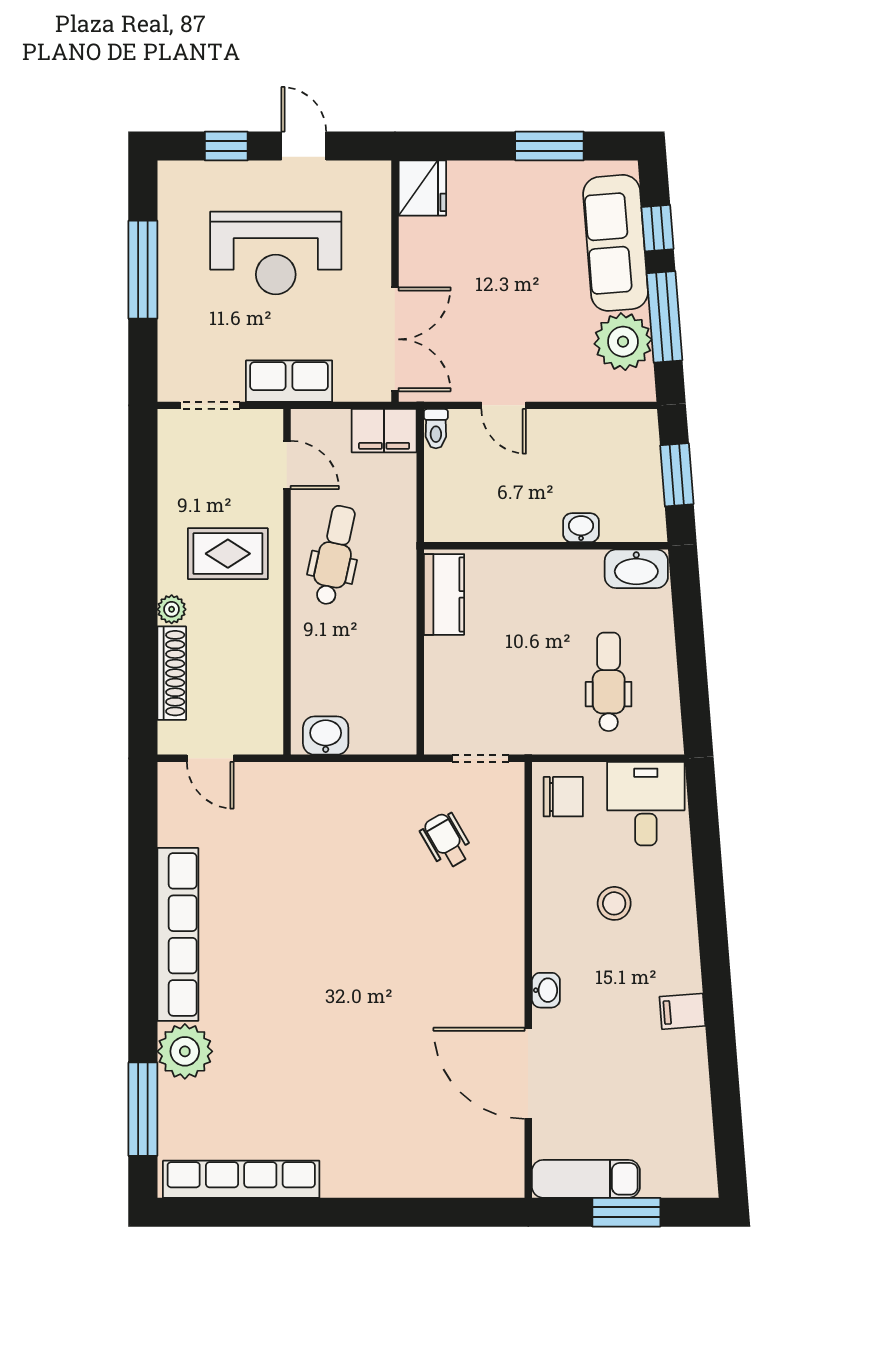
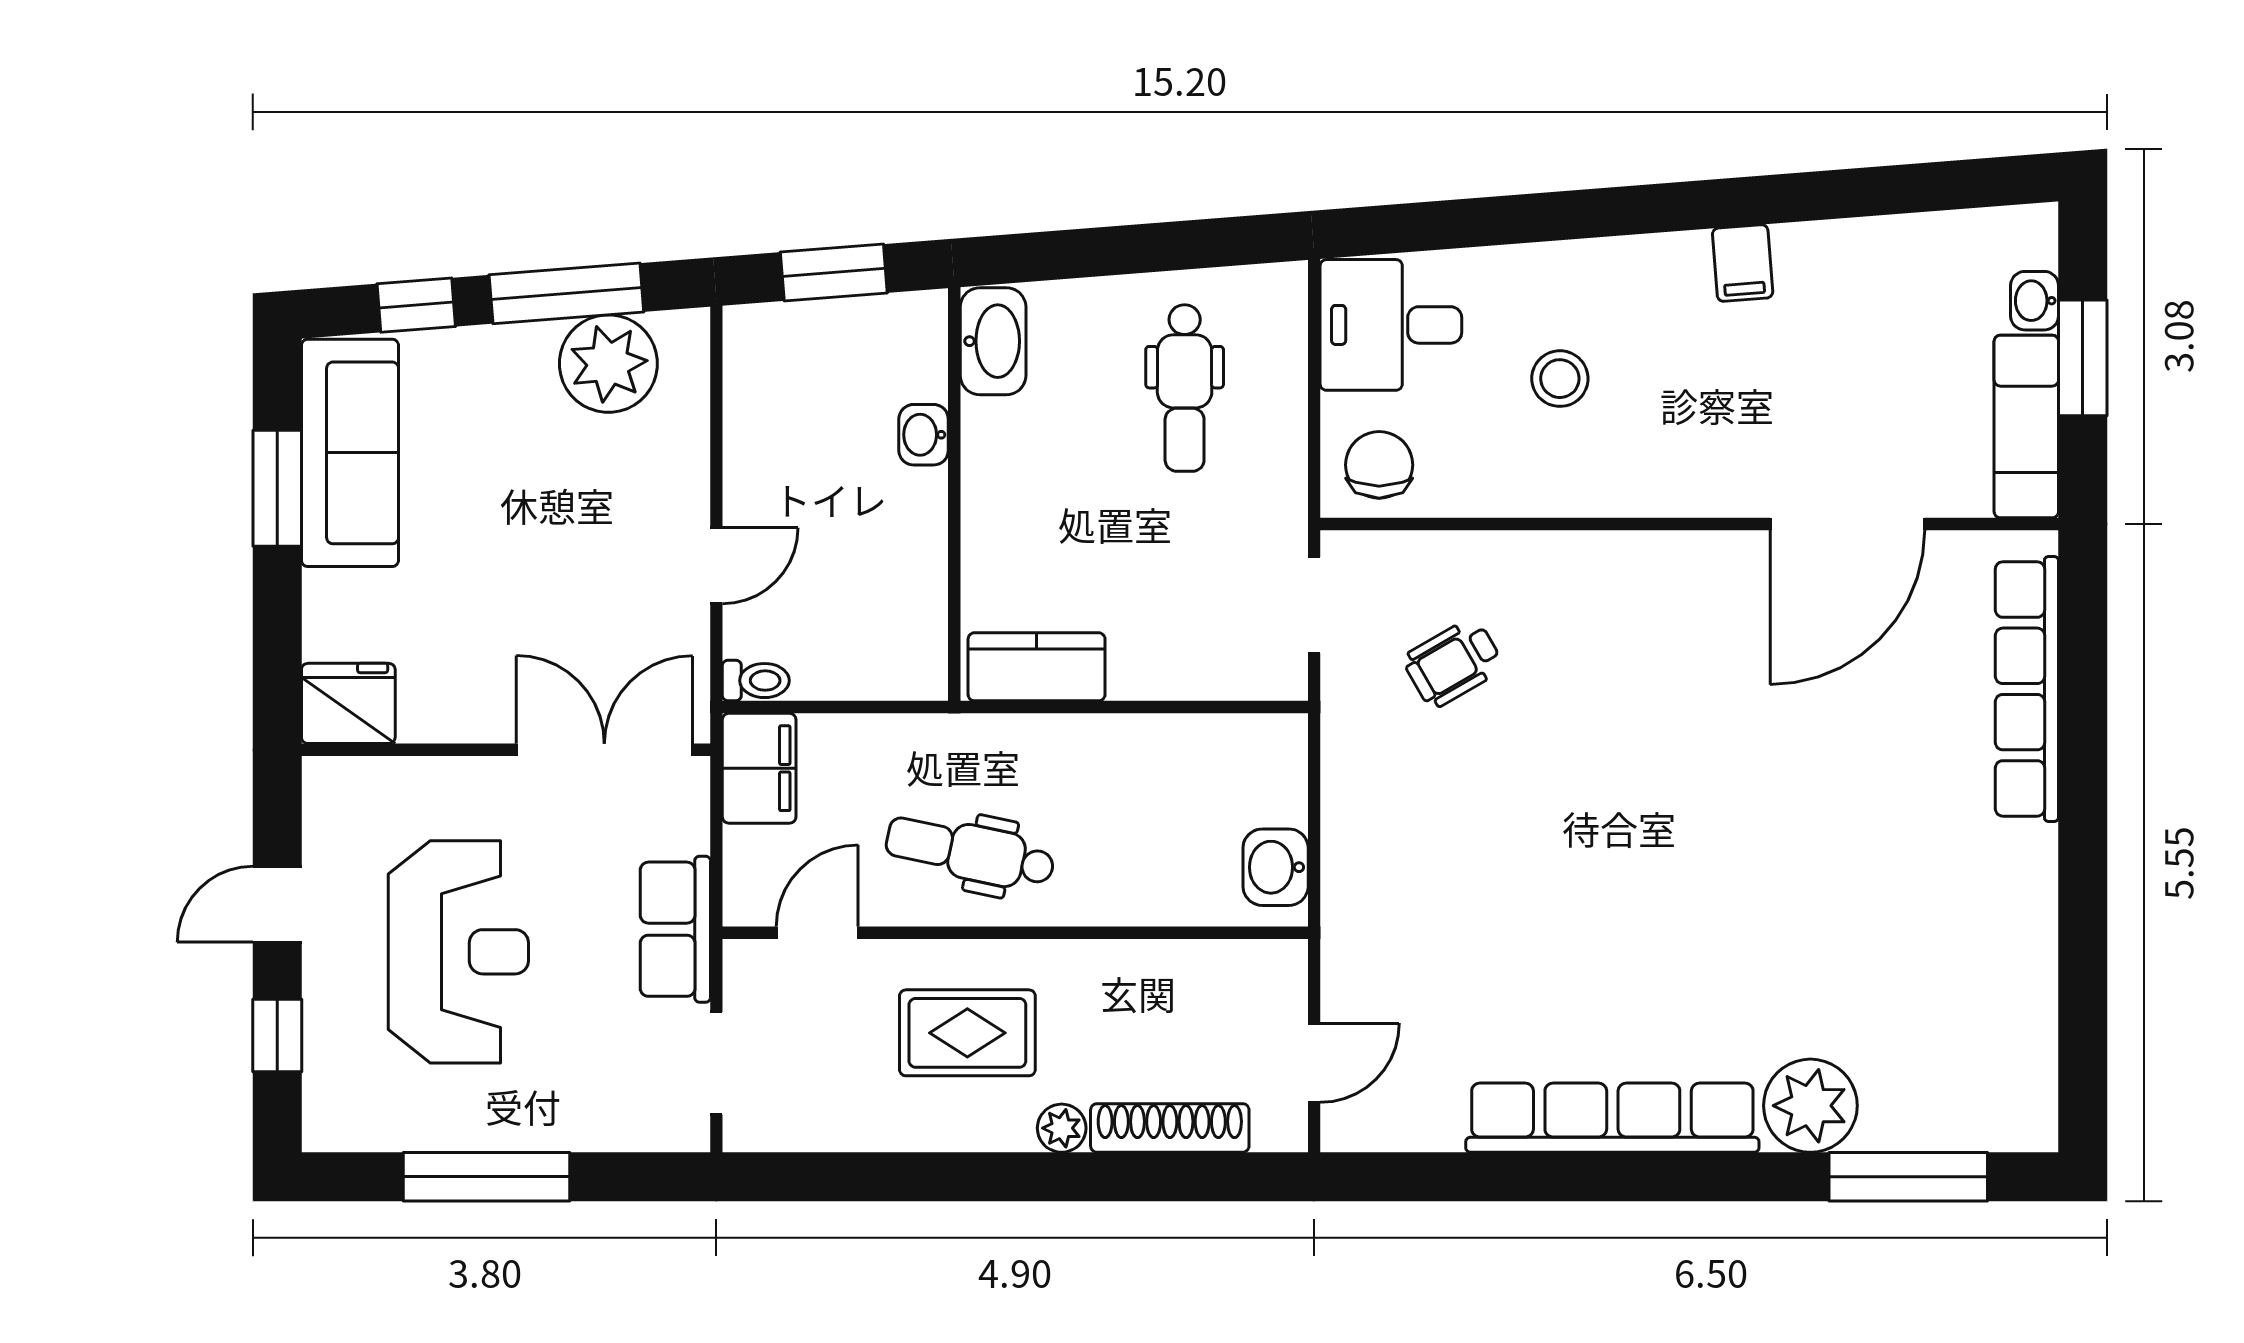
sofa: (616, 243) -> (350, 453), moved, turned -86
rug: (228, 554) -> (967, 1033), turned 90
dental chair: (609, 682) -> (1185, 388), turned -90
washbasin: (546, 990) -> (2035, 301), moved, turned -90
row of seats: (241, 1179) -> (2027, 689), moved

